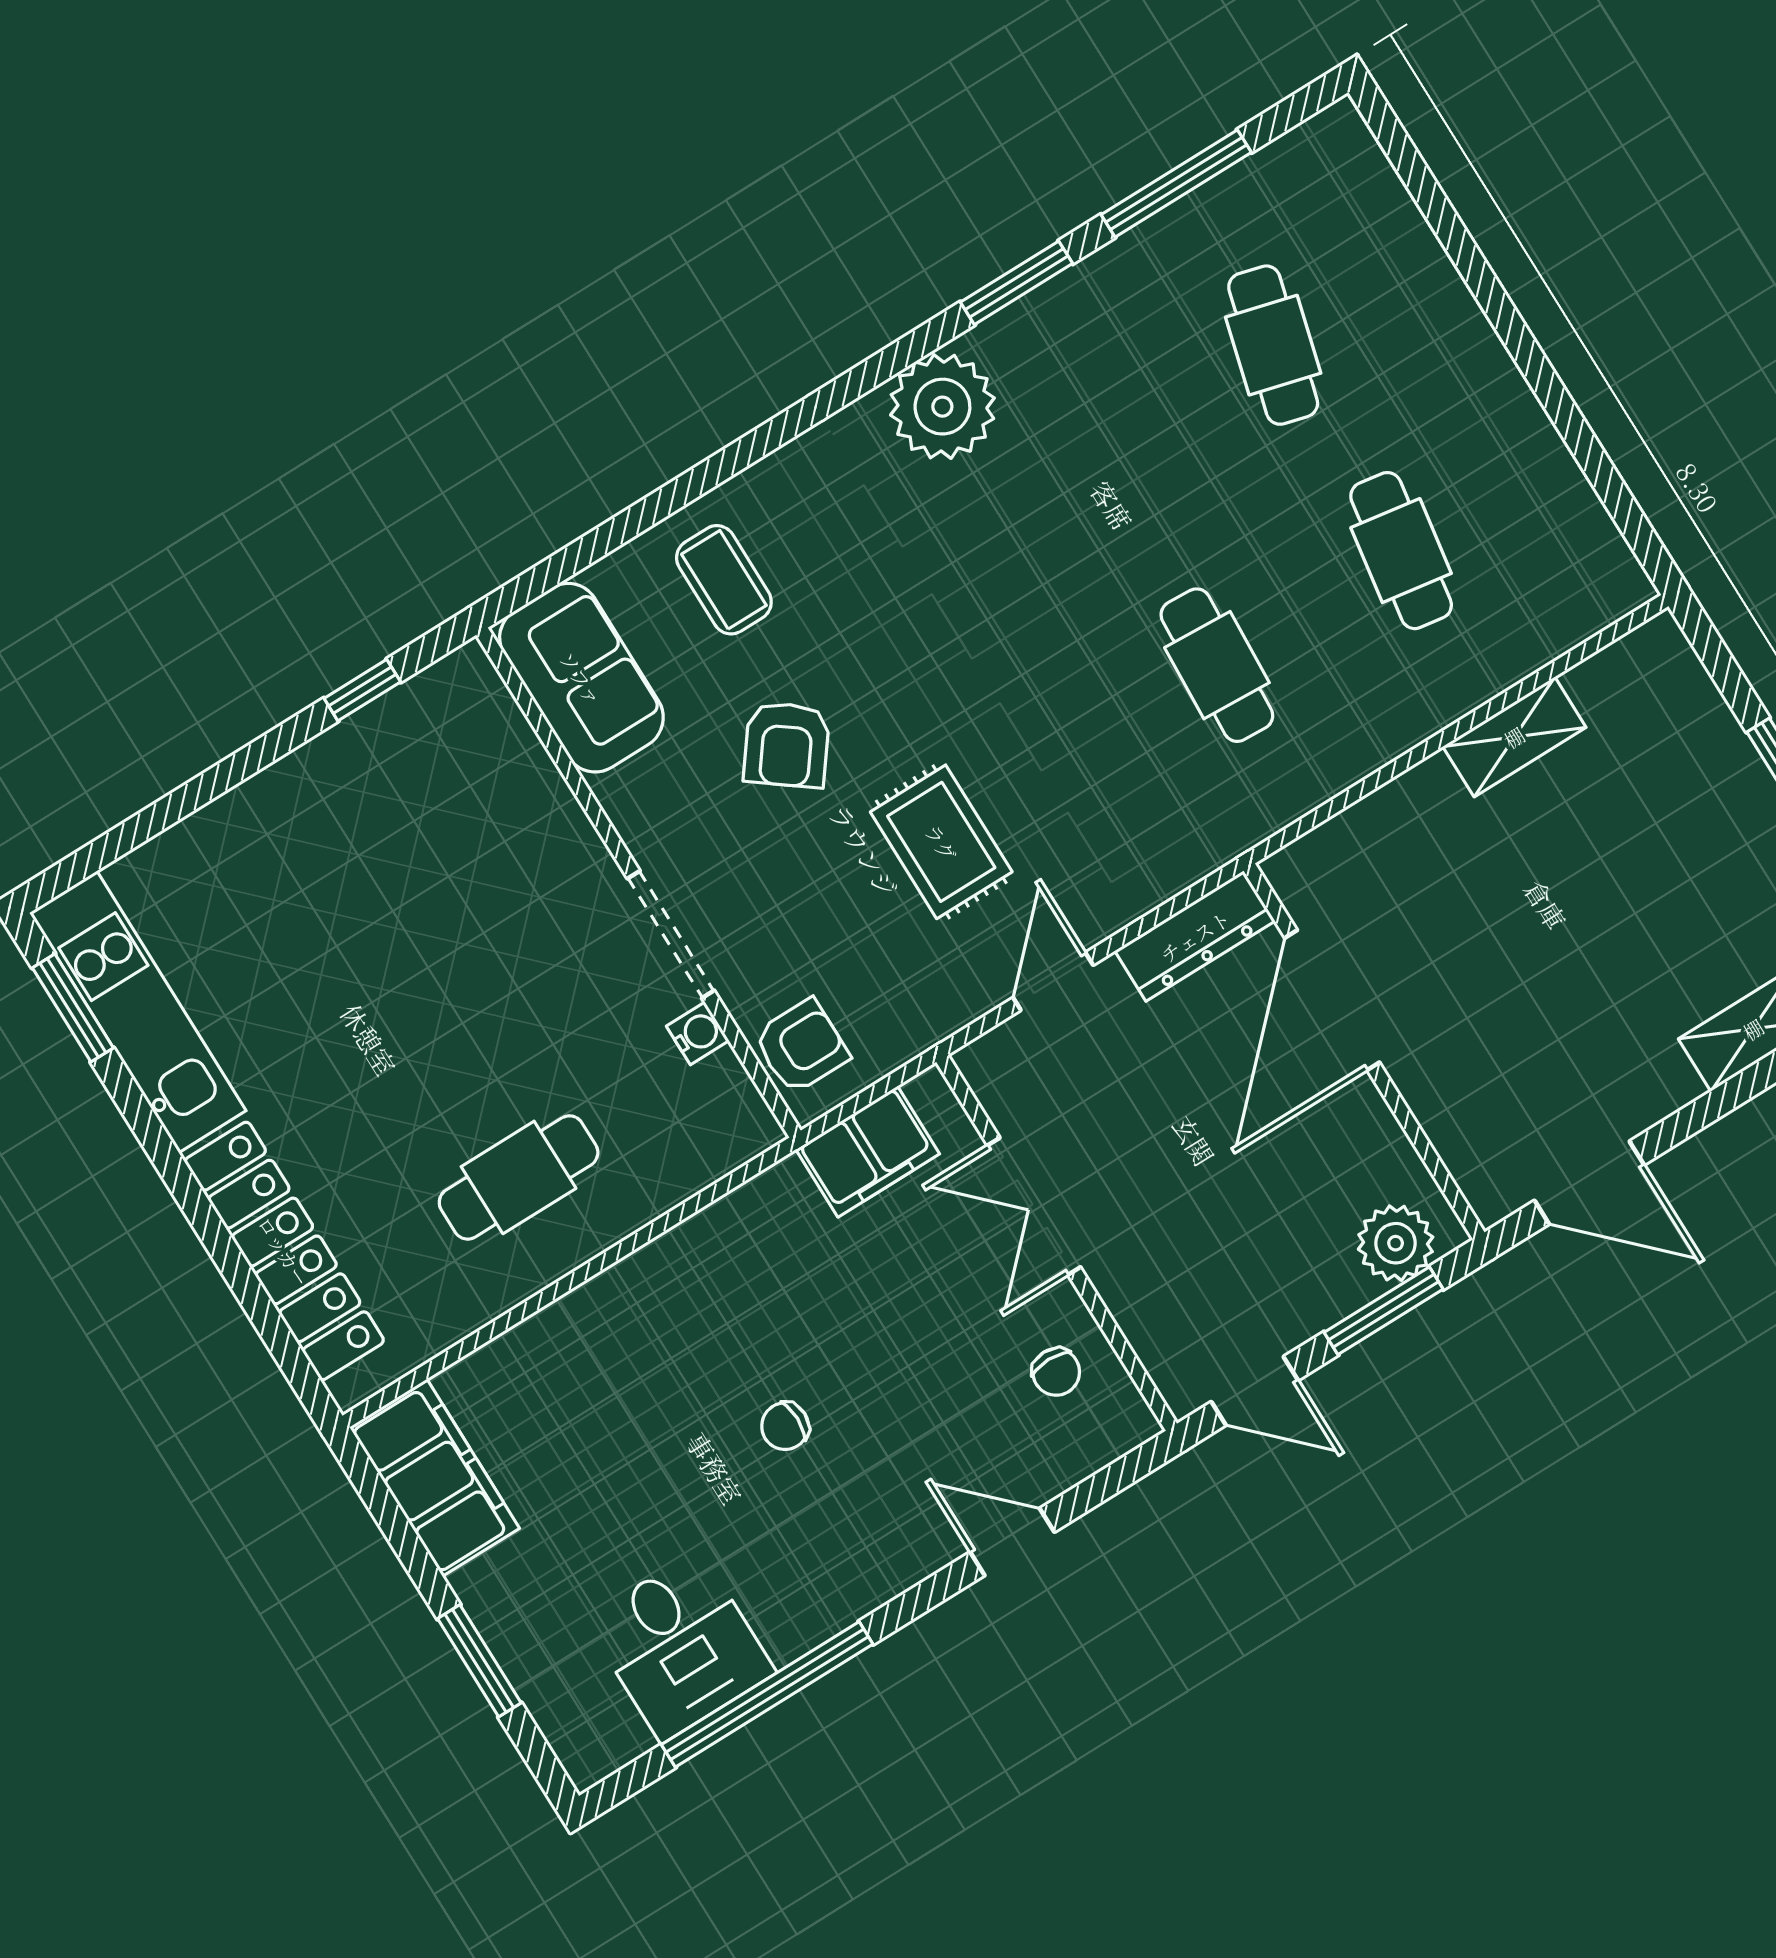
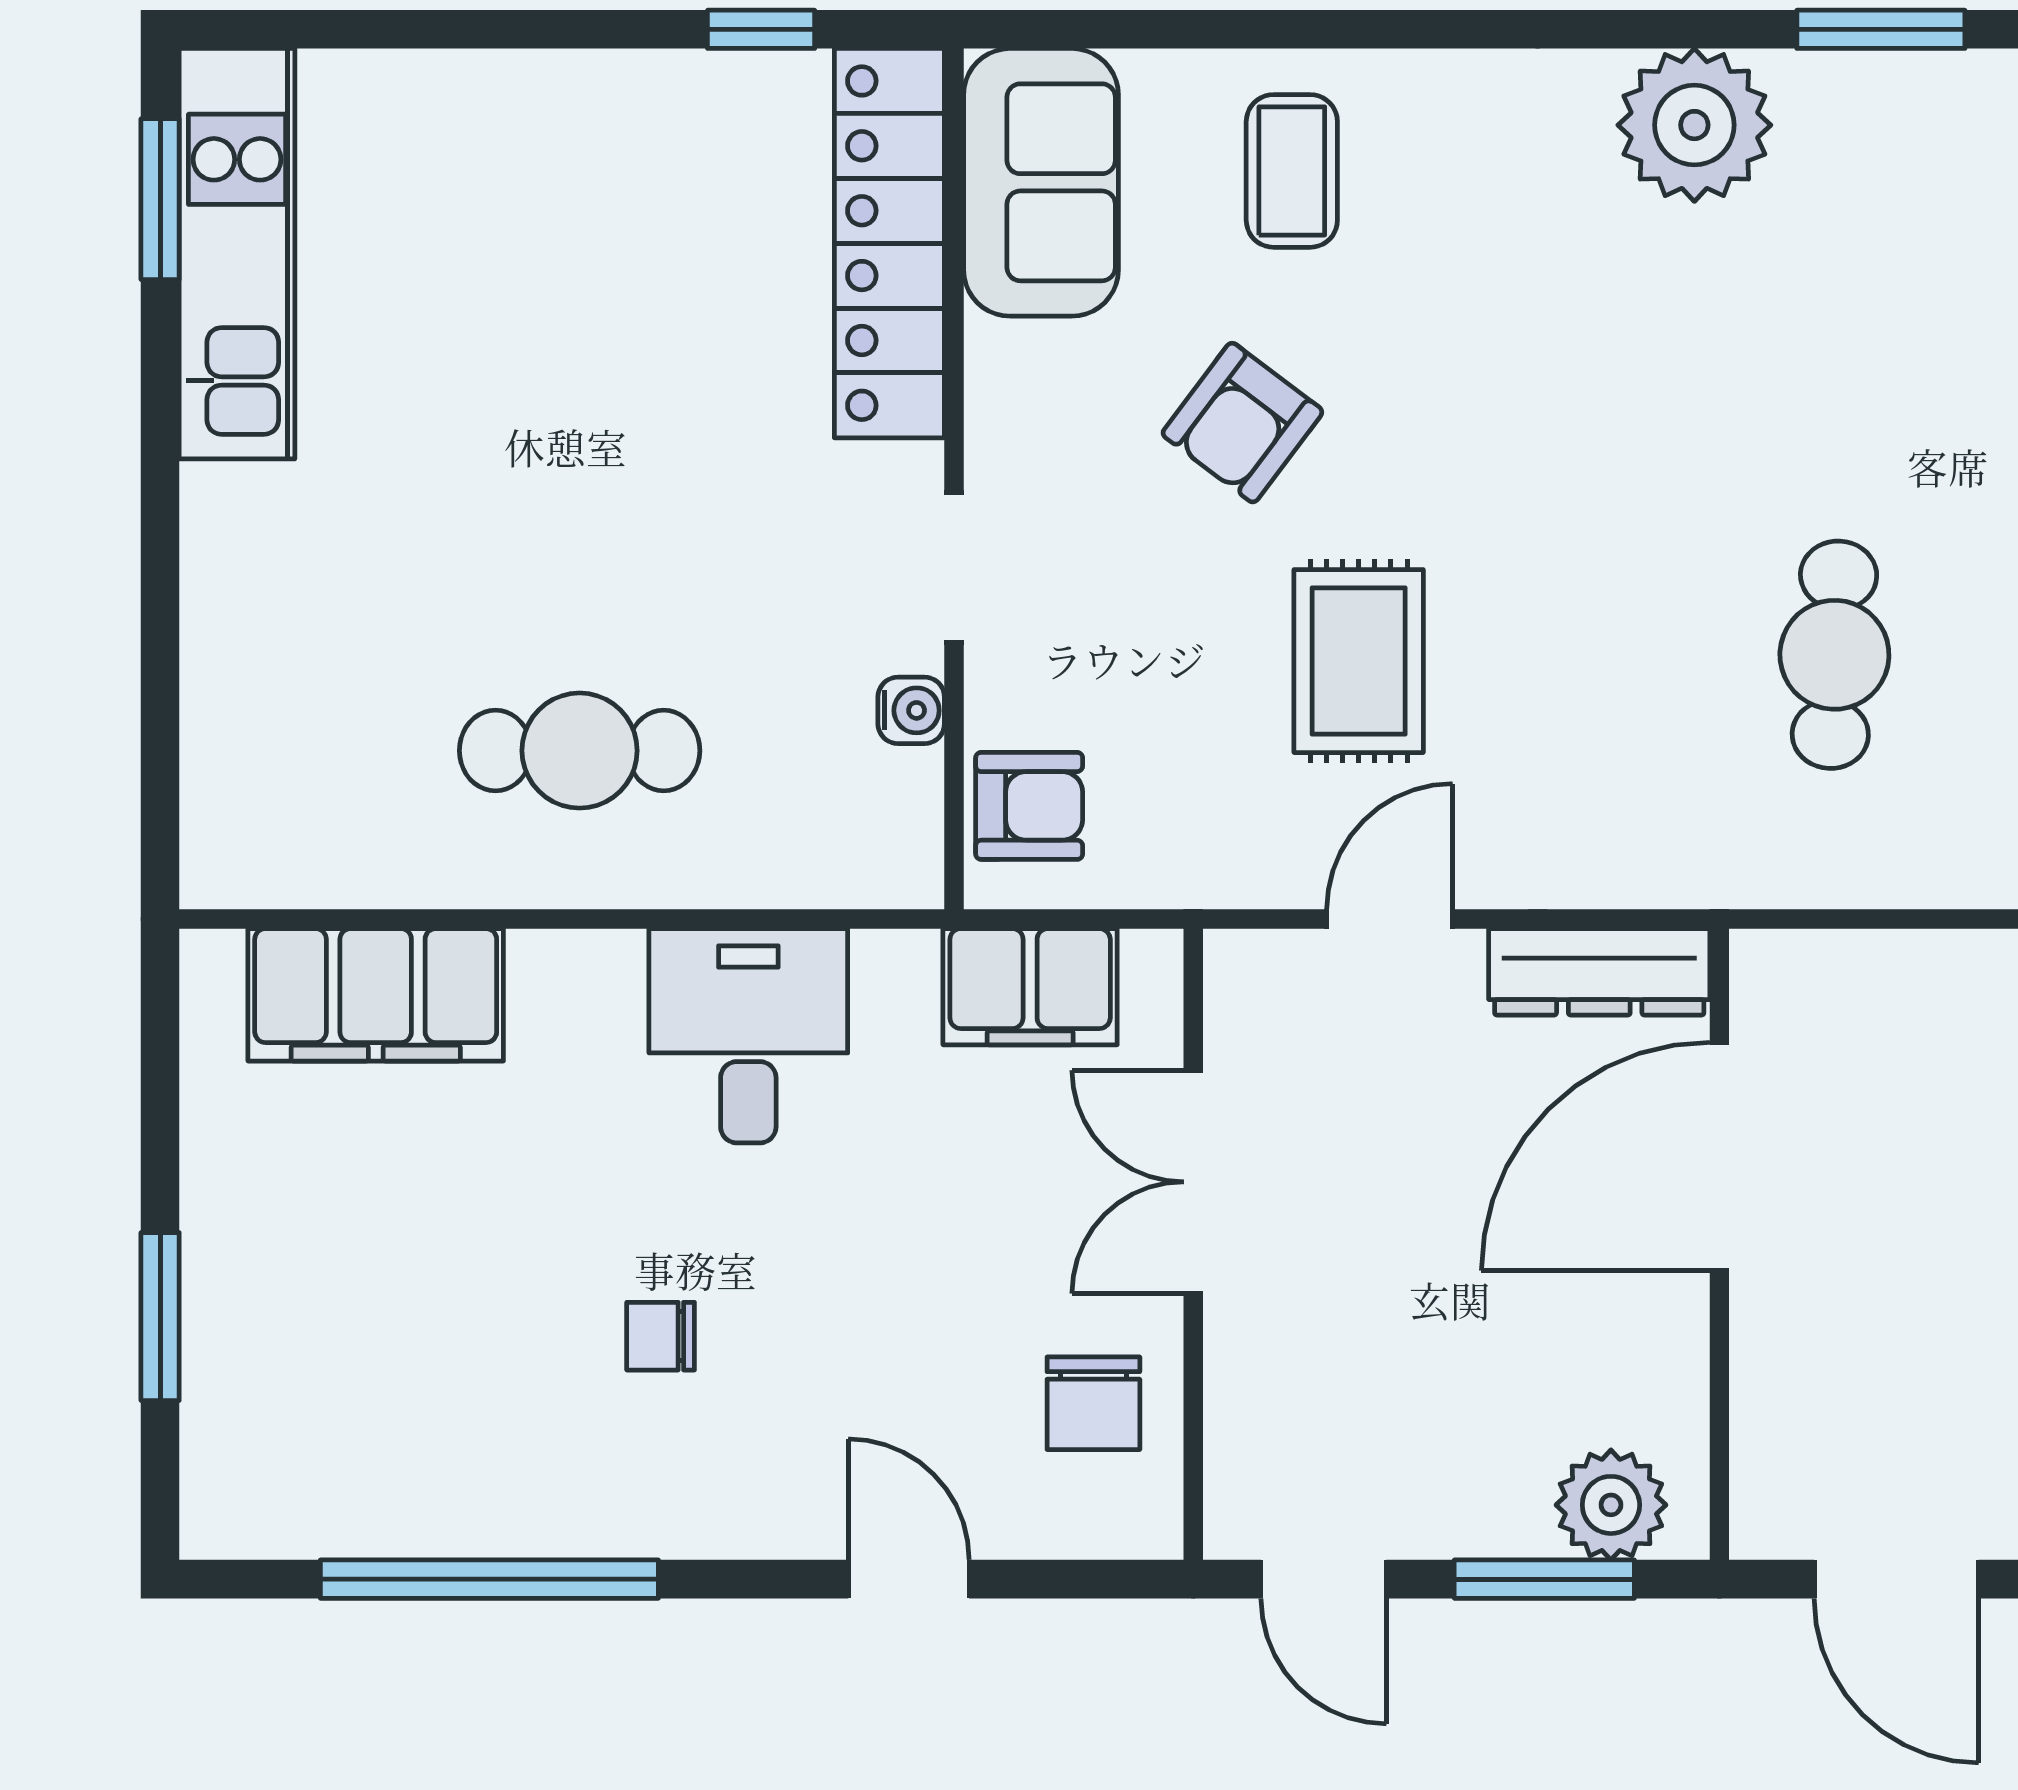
doorway: (671, 935) -> (954, 568), width x0.73
locker: (284, 1251) -> (889, 243), moved, turned 180
chair: (1056, 1372) -> (1093, 1403), width x1.37, depth x1.37
chair: (785, 1426) -> (661, 1336), moved
filing cabinet: (435, 1478) -> (376, 995), moved, turned 90
desk: (680, 1646) -> (748, 1036), moved, turned 180

